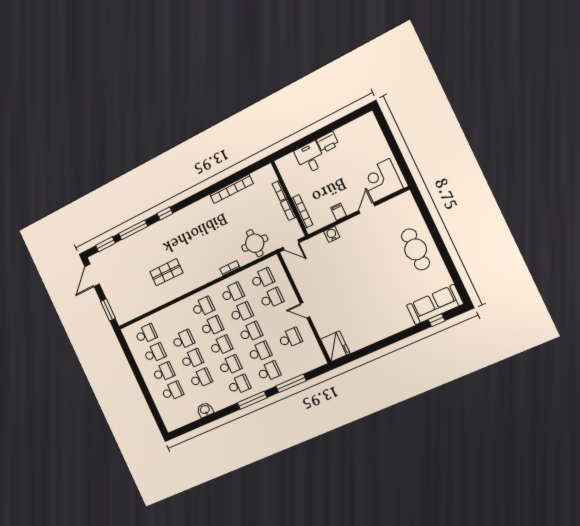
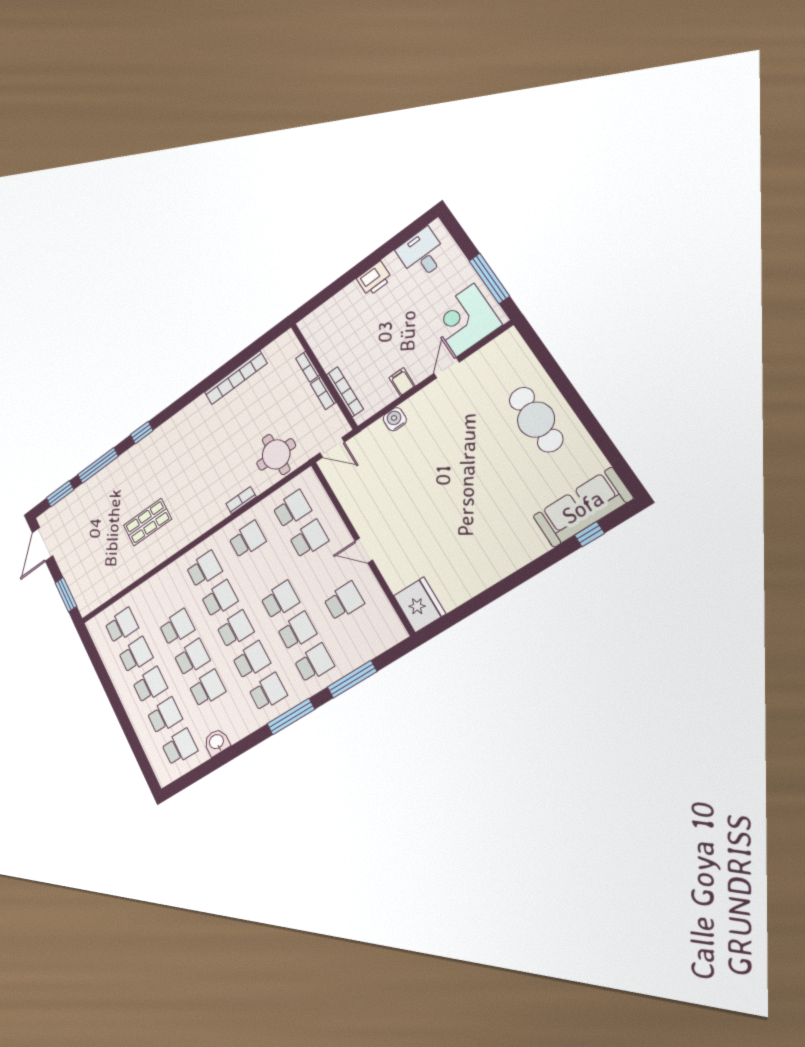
window: (399, 157) -> (489, 278), added
desk: (310, 158) -> (422, 254), moved
school desk: (241, 313) -> (180, 747), moved

